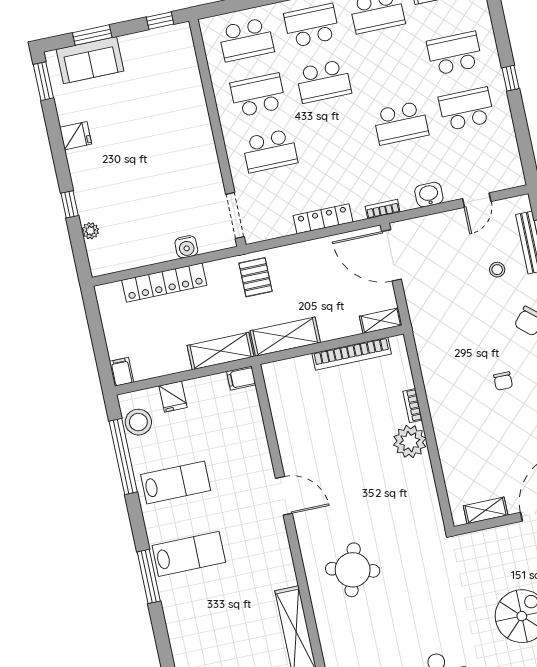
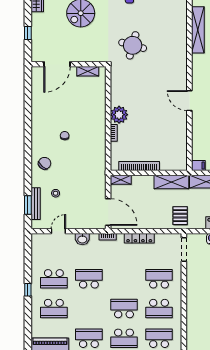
round table: (353, 570) -> (133, 45), moved

